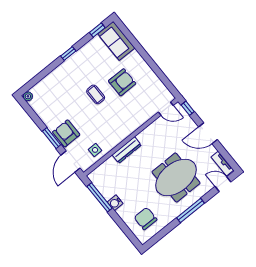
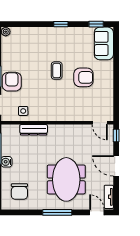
dresser: (127, 150) -> (34, 130), moved
meeting table: (176, 177) -> (66, 179), turned 90
chair: (145, 219) -> (19, 191), turned 180

